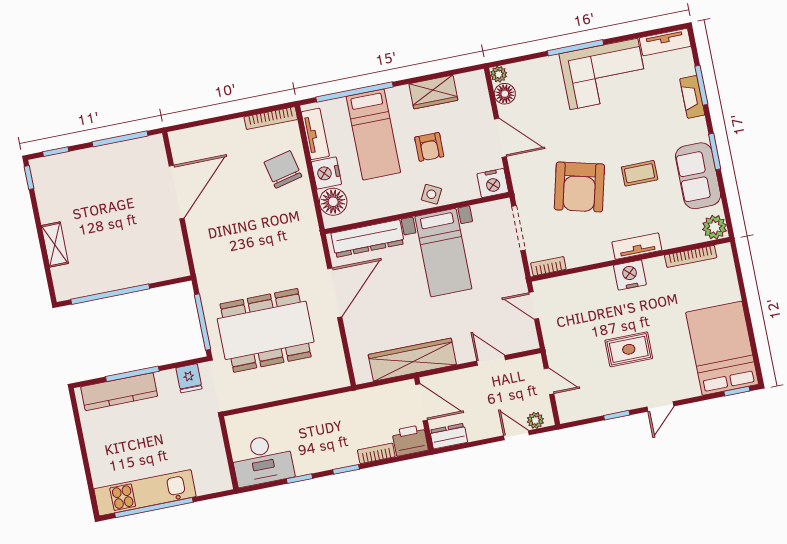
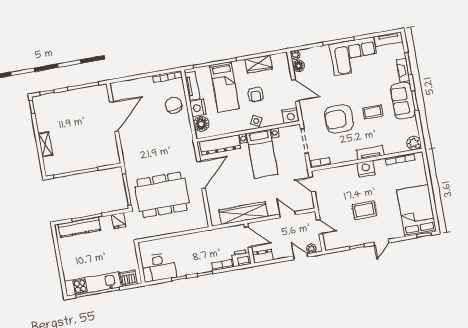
sofa: (698, 176) -> (403, 101), moved
armchair: (579, 187) -> (339, 119), turned 76
dishwasher: (209, 481) -> (128, 278), added

